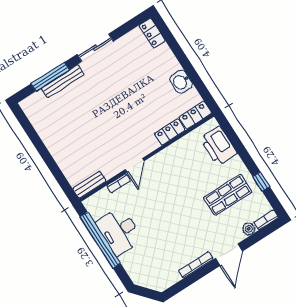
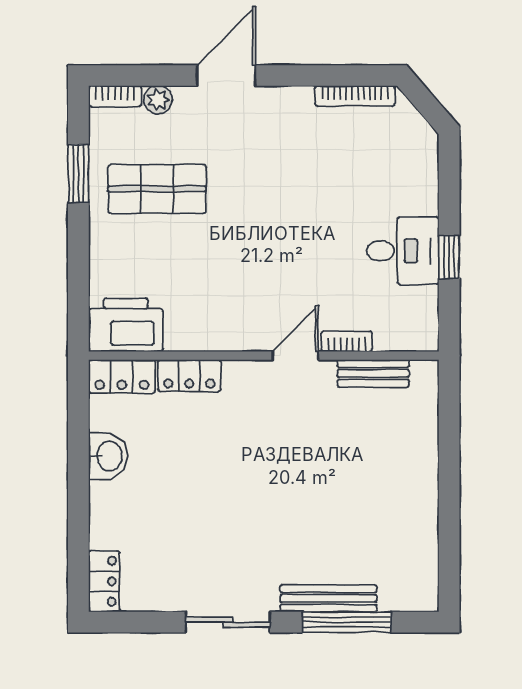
printer: (219, 146) -> (126, 325), moved, turned -90
window: (261, 181) -> (78, 174), width x1.50
bench: (89, 185) -> (373, 373), moved
desk: (119, 231) -> (403, 251), width x0.73
window: (100, 240) -> (449, 257), width x0.32
bookcase: (196, 265) -> (355, 96), moved

